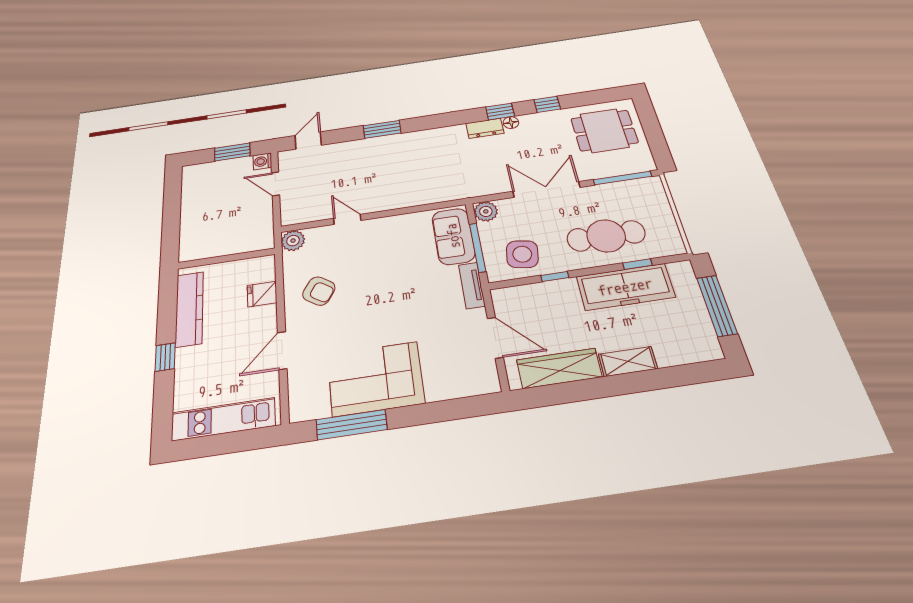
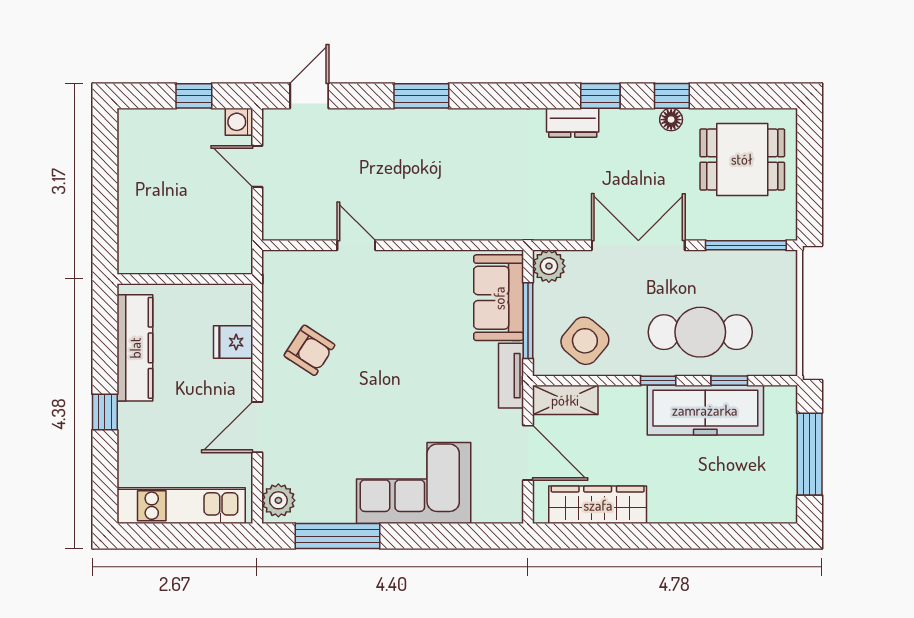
floor lamp: (511, 123) -> (671, 120), moved
window: (232, 152) -> (194, 96), width x0.67
plant: (293, 241) -> (278, 500), moved
side table: (522, 254) -> (585, 341), turned 31
window: (555, 276) -> (658, 381), moved
shelving: (628, 361) -> (565, 400), moved
corner sofa: (375, 379) -> (414, 483), moved

